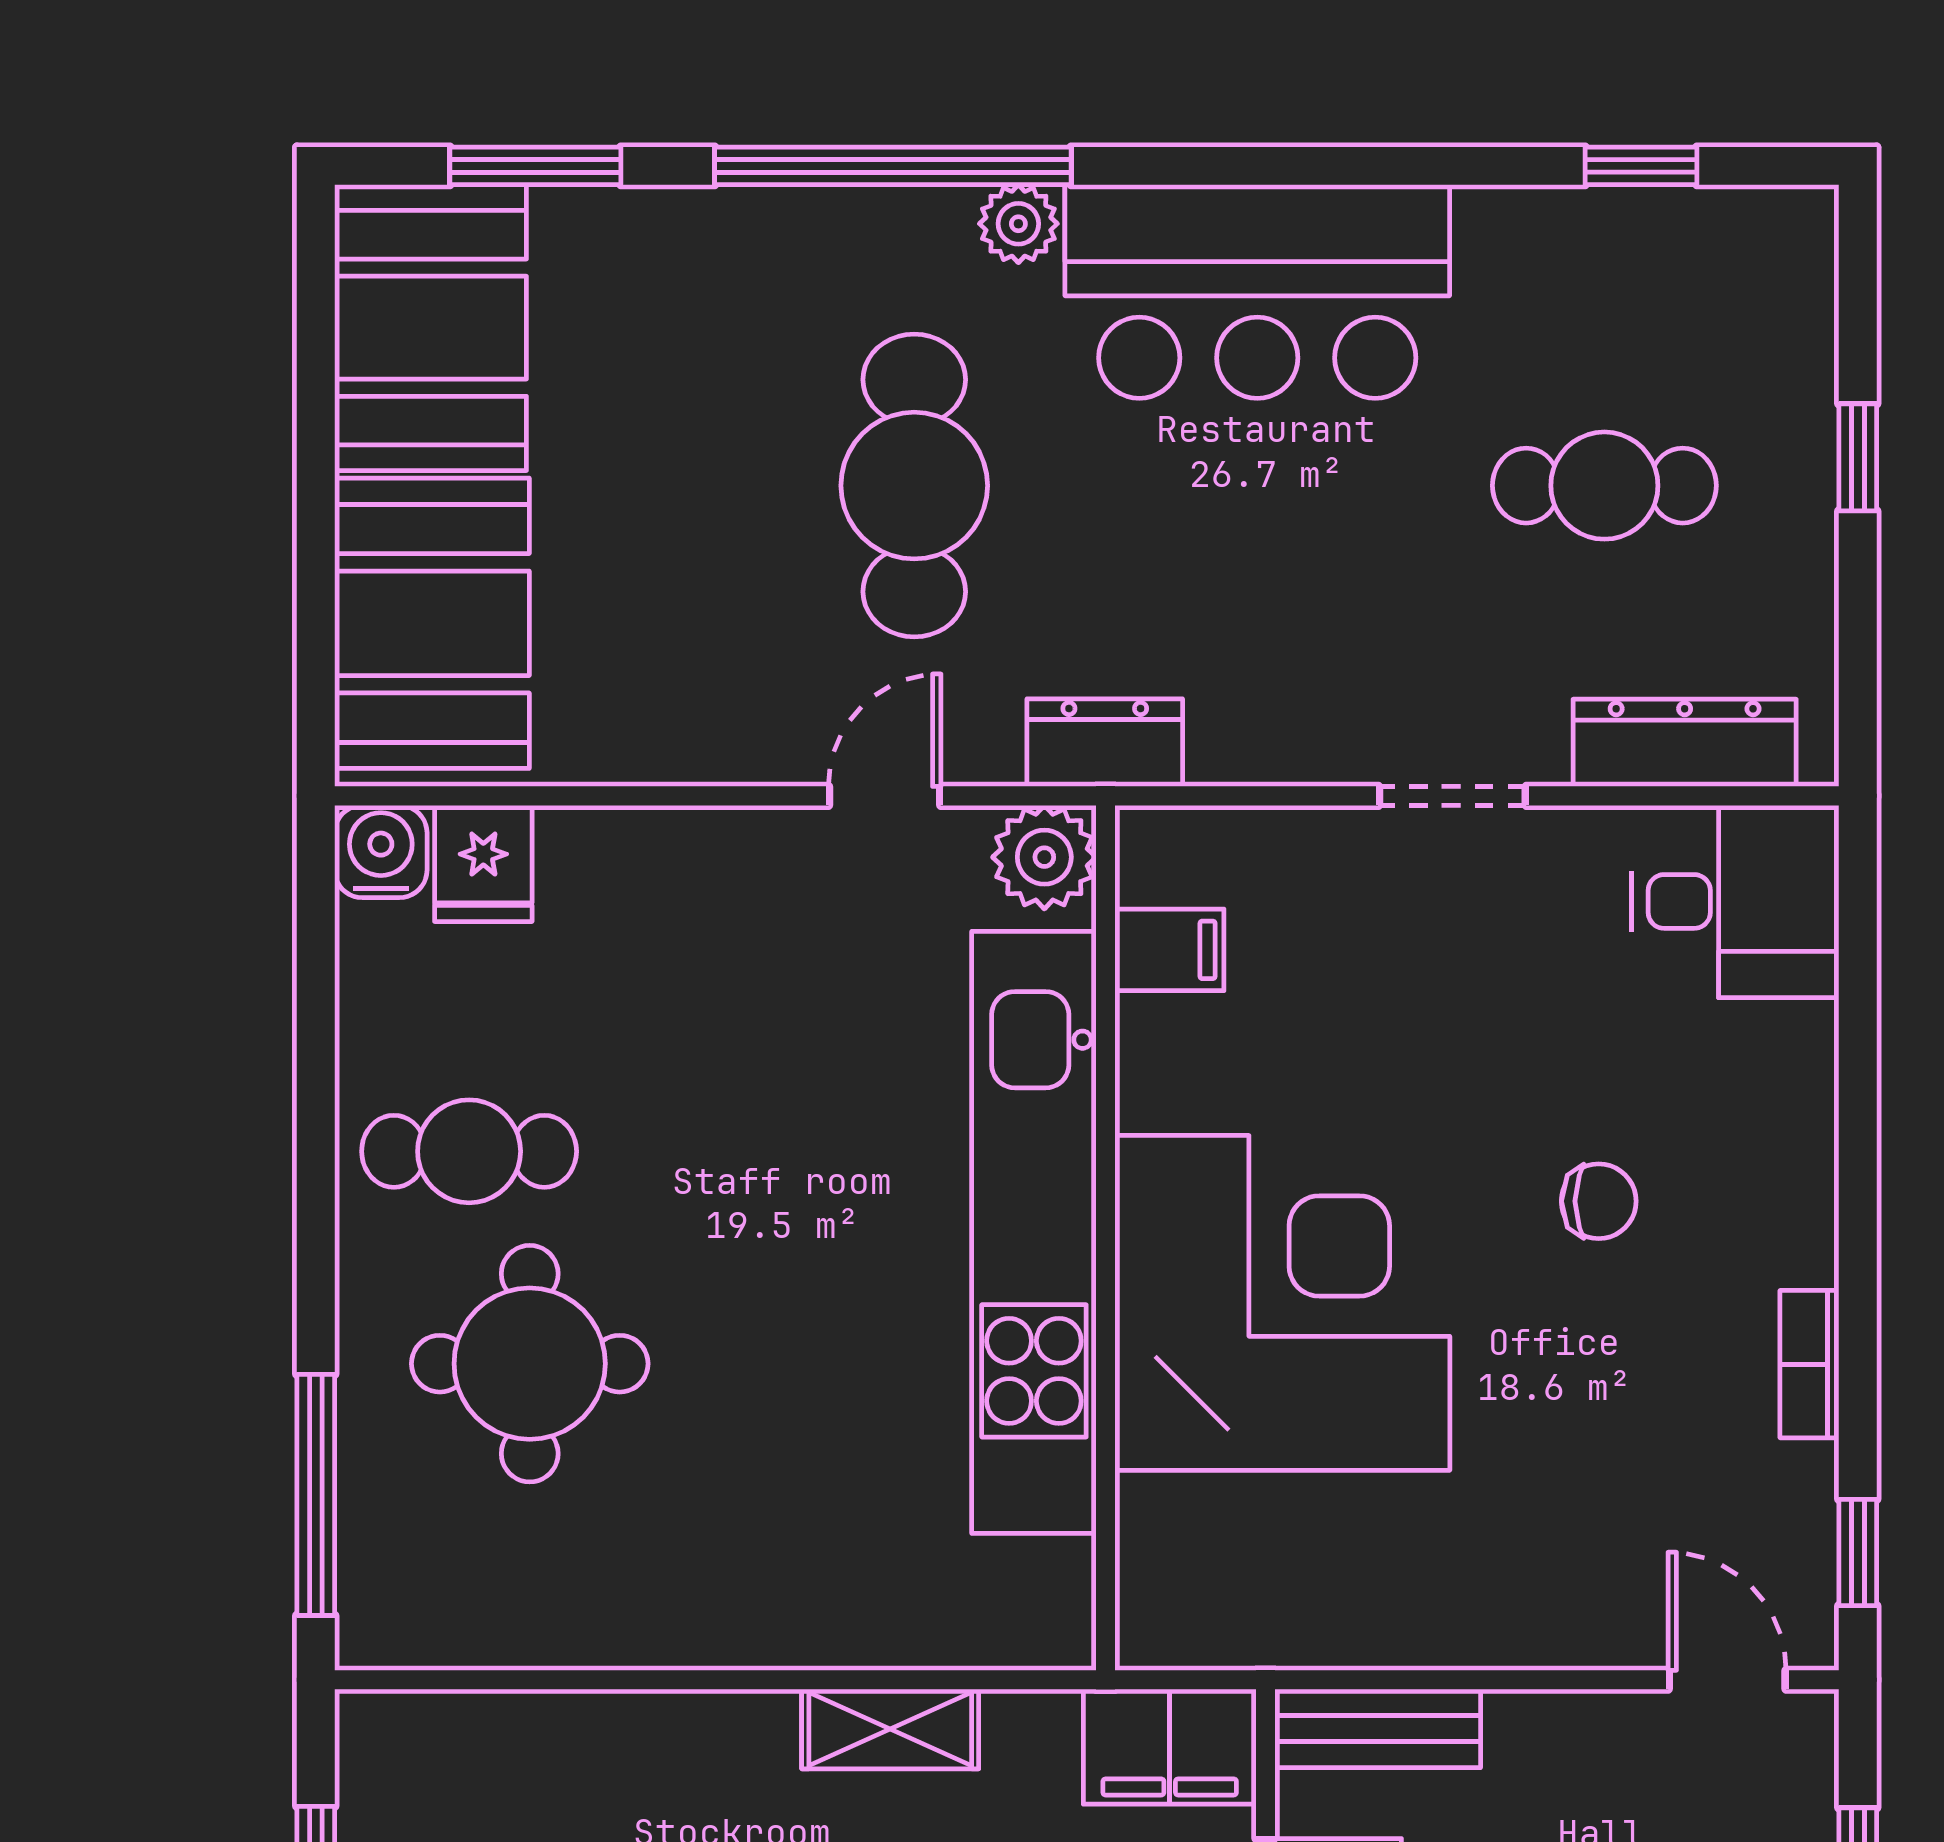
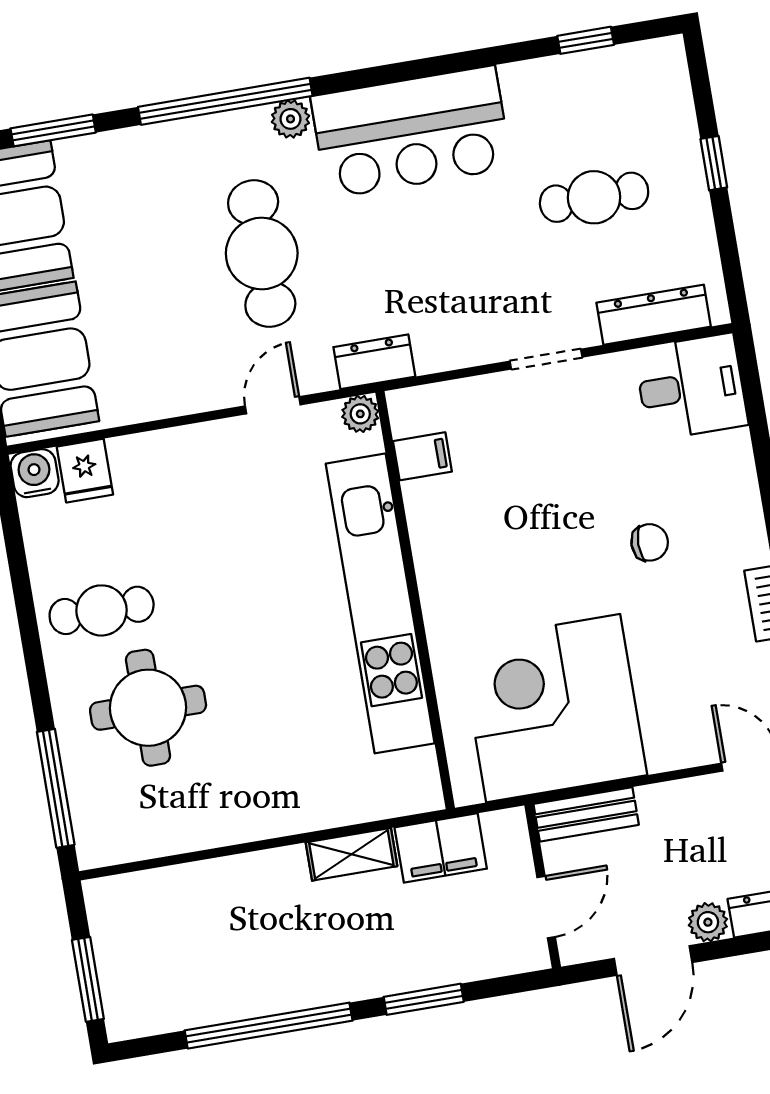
plant: (1044, 857) -> (360, 414), width x0.73, depth x0.73
corner desk: (1282, 1303) -> (553, 708), moved, turned -90
filing cabinet: (1170, 1747) -> (441, 848), moved

